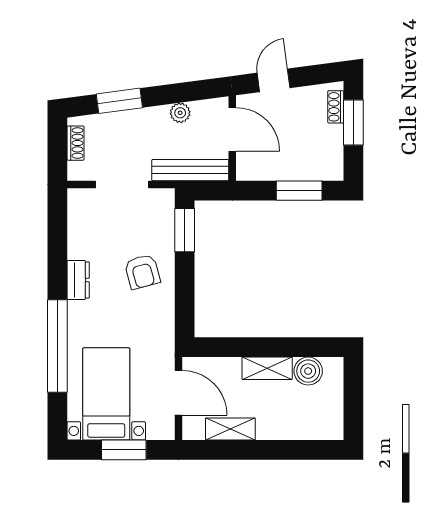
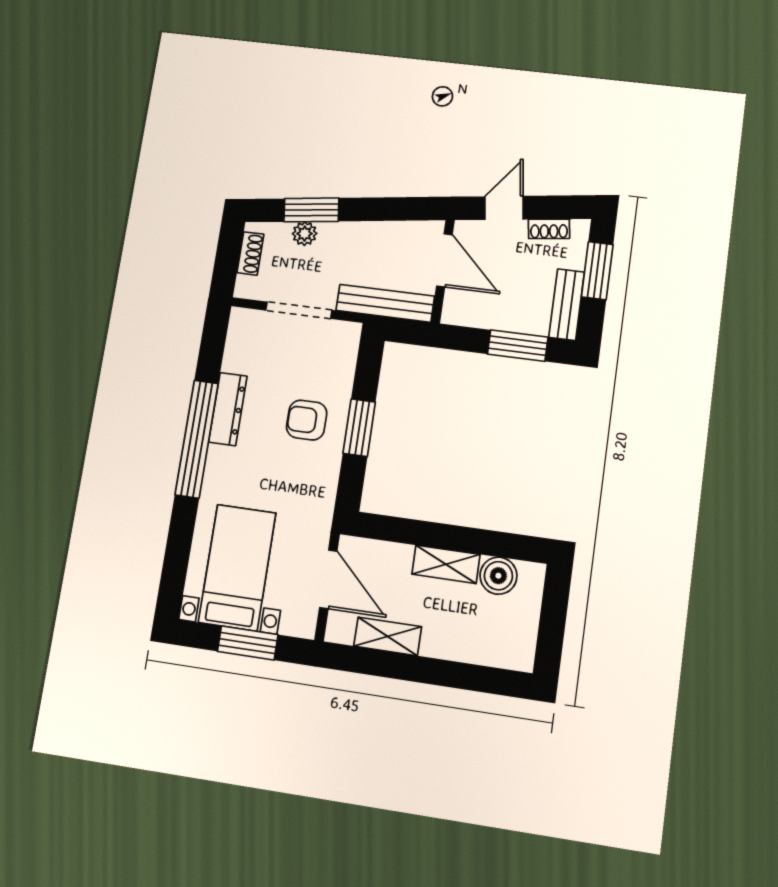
shoe rack: (336, 107) -> (549, 229), moved, turned -98
plant: (180, 113) -> (305, 234), moved
bench: (333, 153) -> (567, 305), added
window: (185, 230) -> (359, 428), moved
armchair: (142, 272) -> (307, 420), turned 105
dresser: (78, 280) -> (228, 409), width x1.44
window: (57, 346) -> (197, 439), moved

